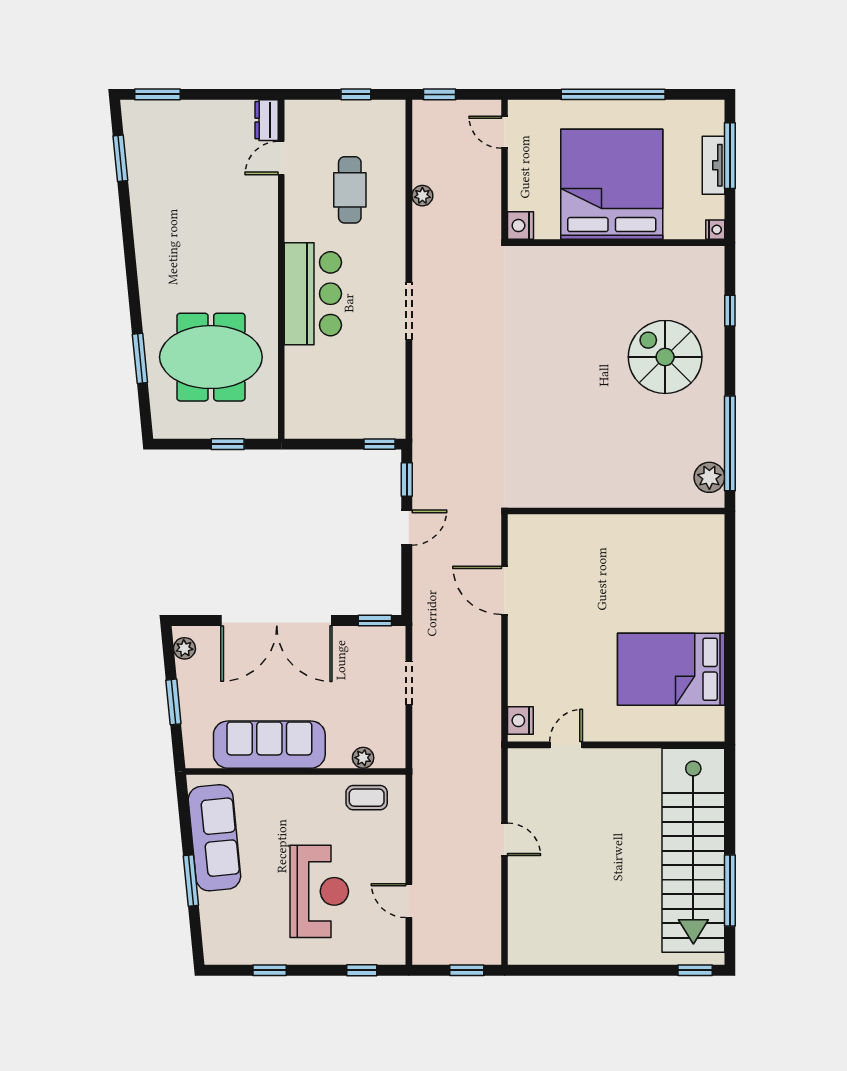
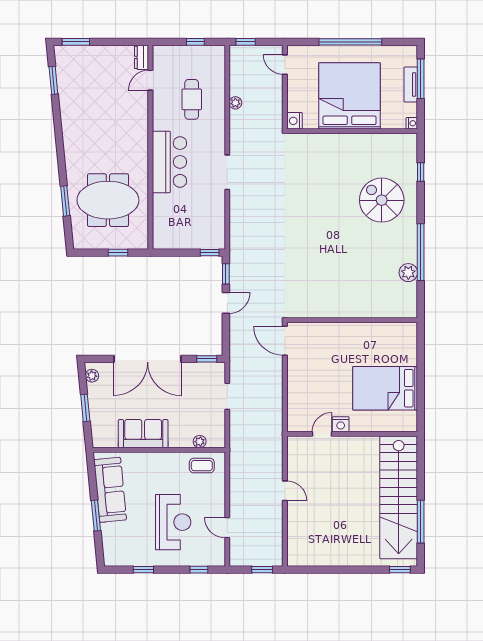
wall: (616, 511) -> (352, 320), moved
nightstand: (520, 720) -> (341, 424), moved, turned -90
sofa: (269, 745) -> (143, 434), width x0.73

